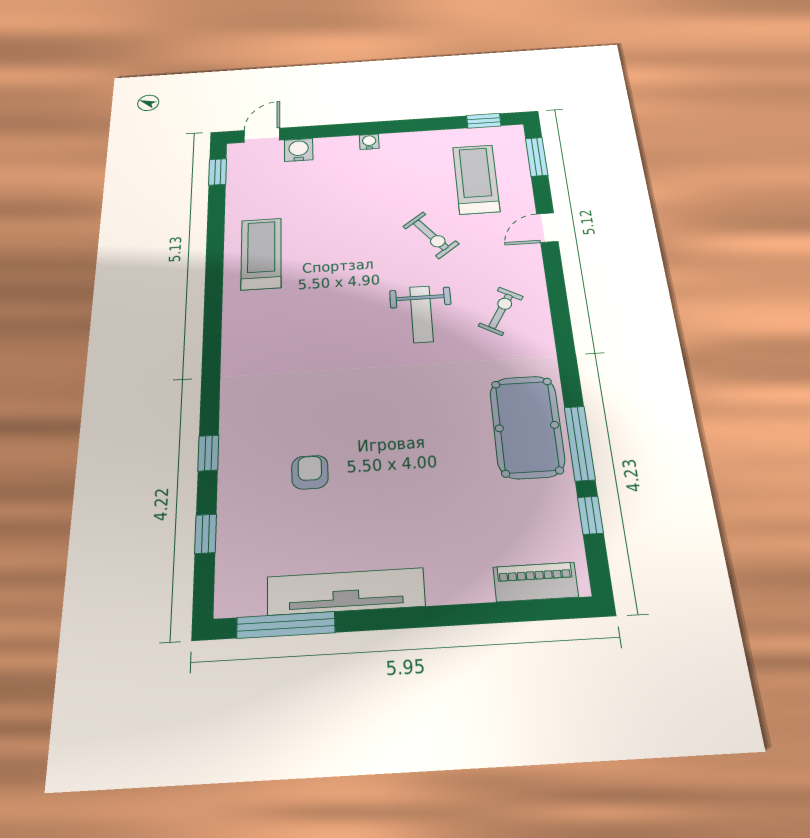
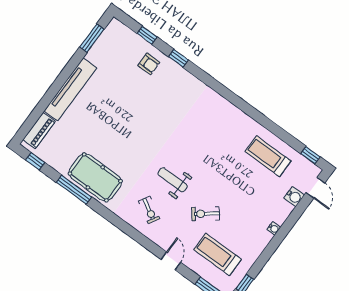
treadmill: (476, 179) -> (218, 254), turned 180
treadmill: (261, 254) -> (268, 156), moved, turned 180
armchair: (310, 472) -> (149, 64), moved
window: (590, 515) -> (35, 161), moved
tv unit: (346, 591) -> (70, 89), moved
window: (286, 625) -> (92, 38), width x0.69

